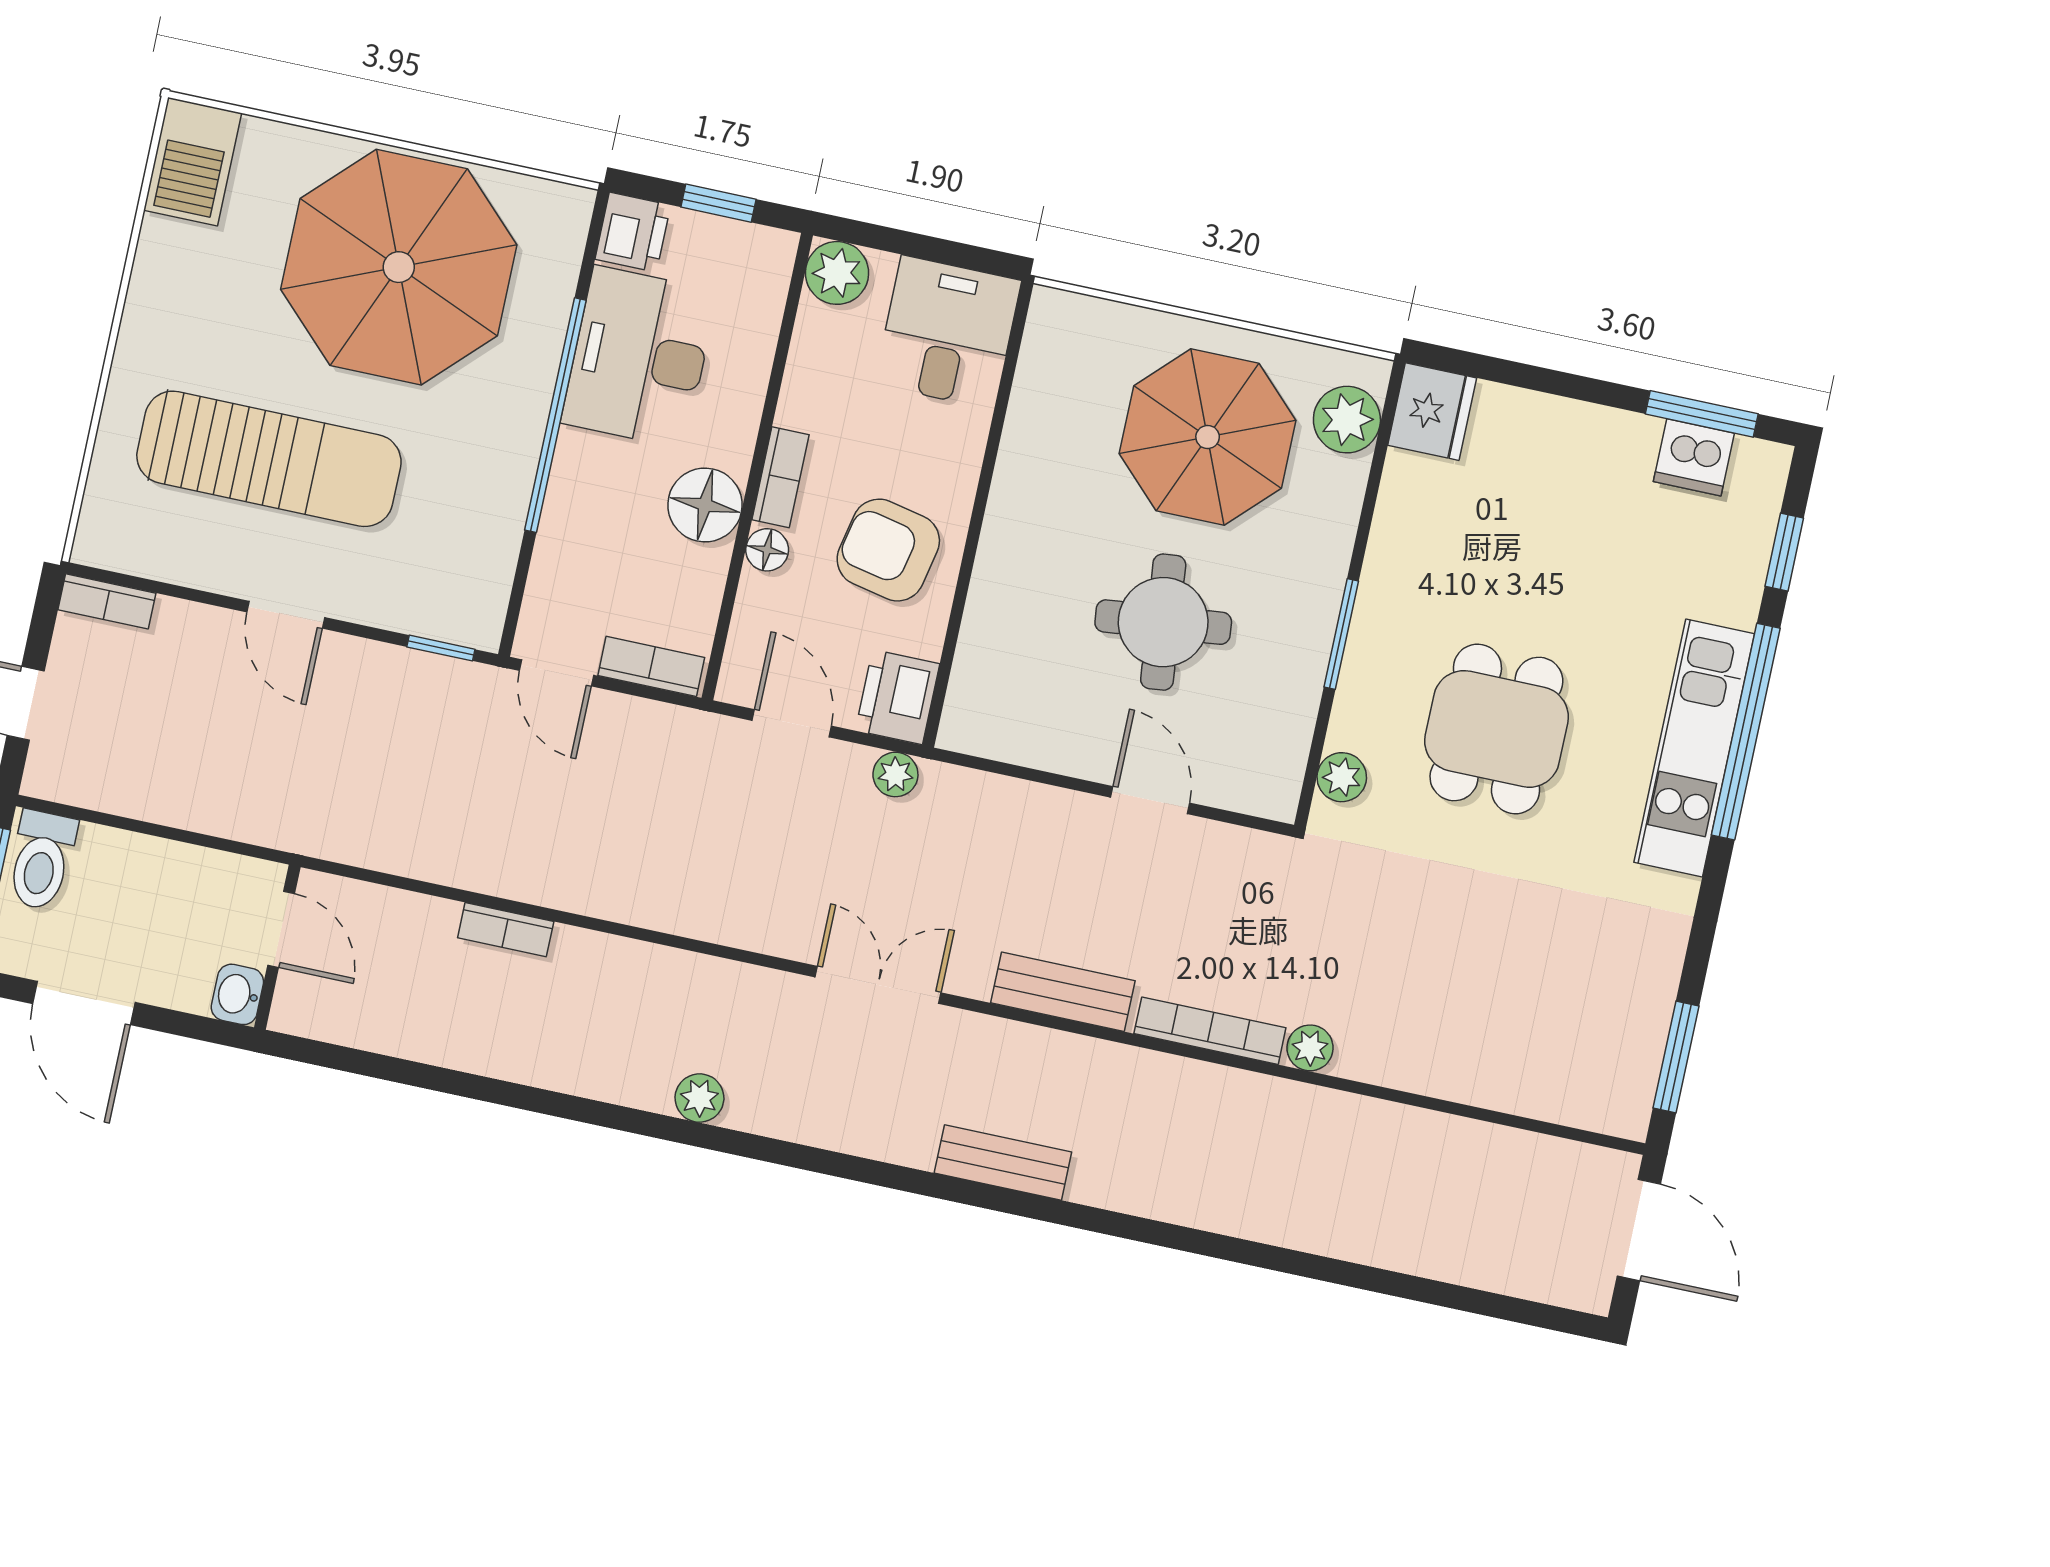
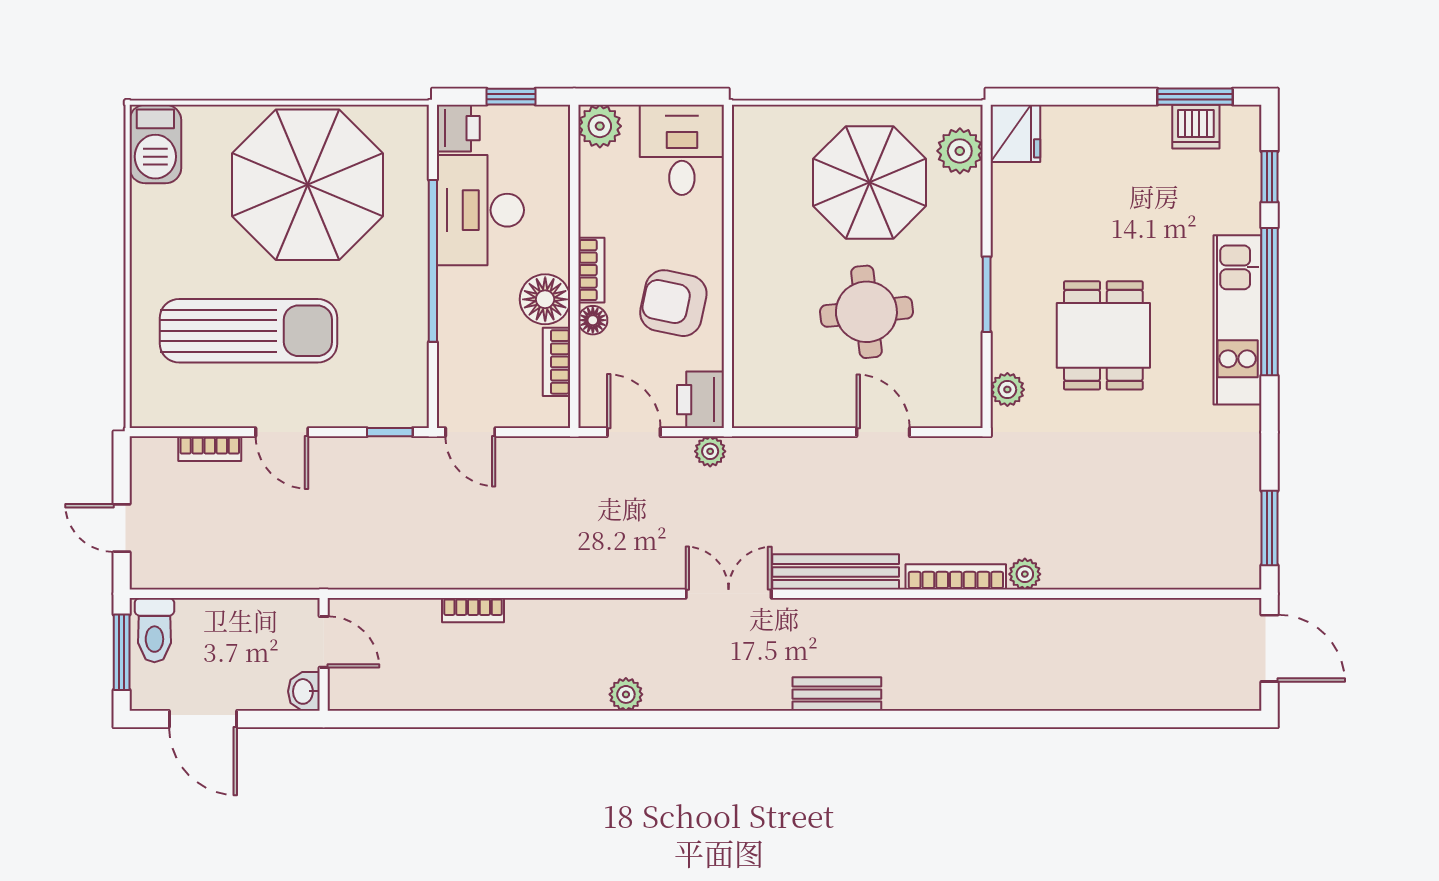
bookcase: (107, 601) -> (210, 449), moved
bookcase: (651, 666) -> (557, 362), moved, turned -90
bench: (1063, 992) -> (836, 572), width x1.36

